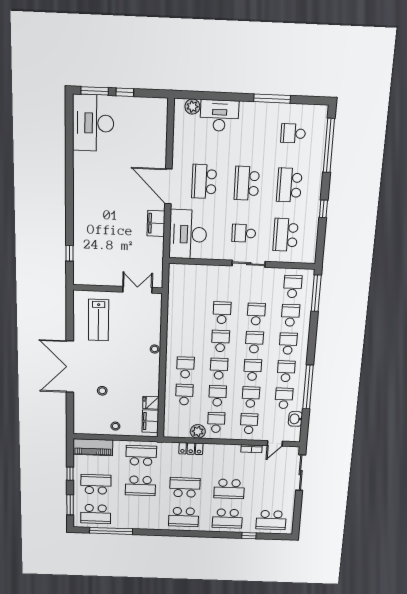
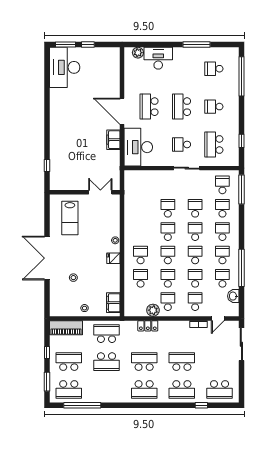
school desk: (289, 185) -> (214, 107), width x0.54
window: (323, 209) -> (241, 141), moved
fridge: (151, 403) -> (113, 258), moved
school desk: (229, 489) -> (182, 362), turned 180

